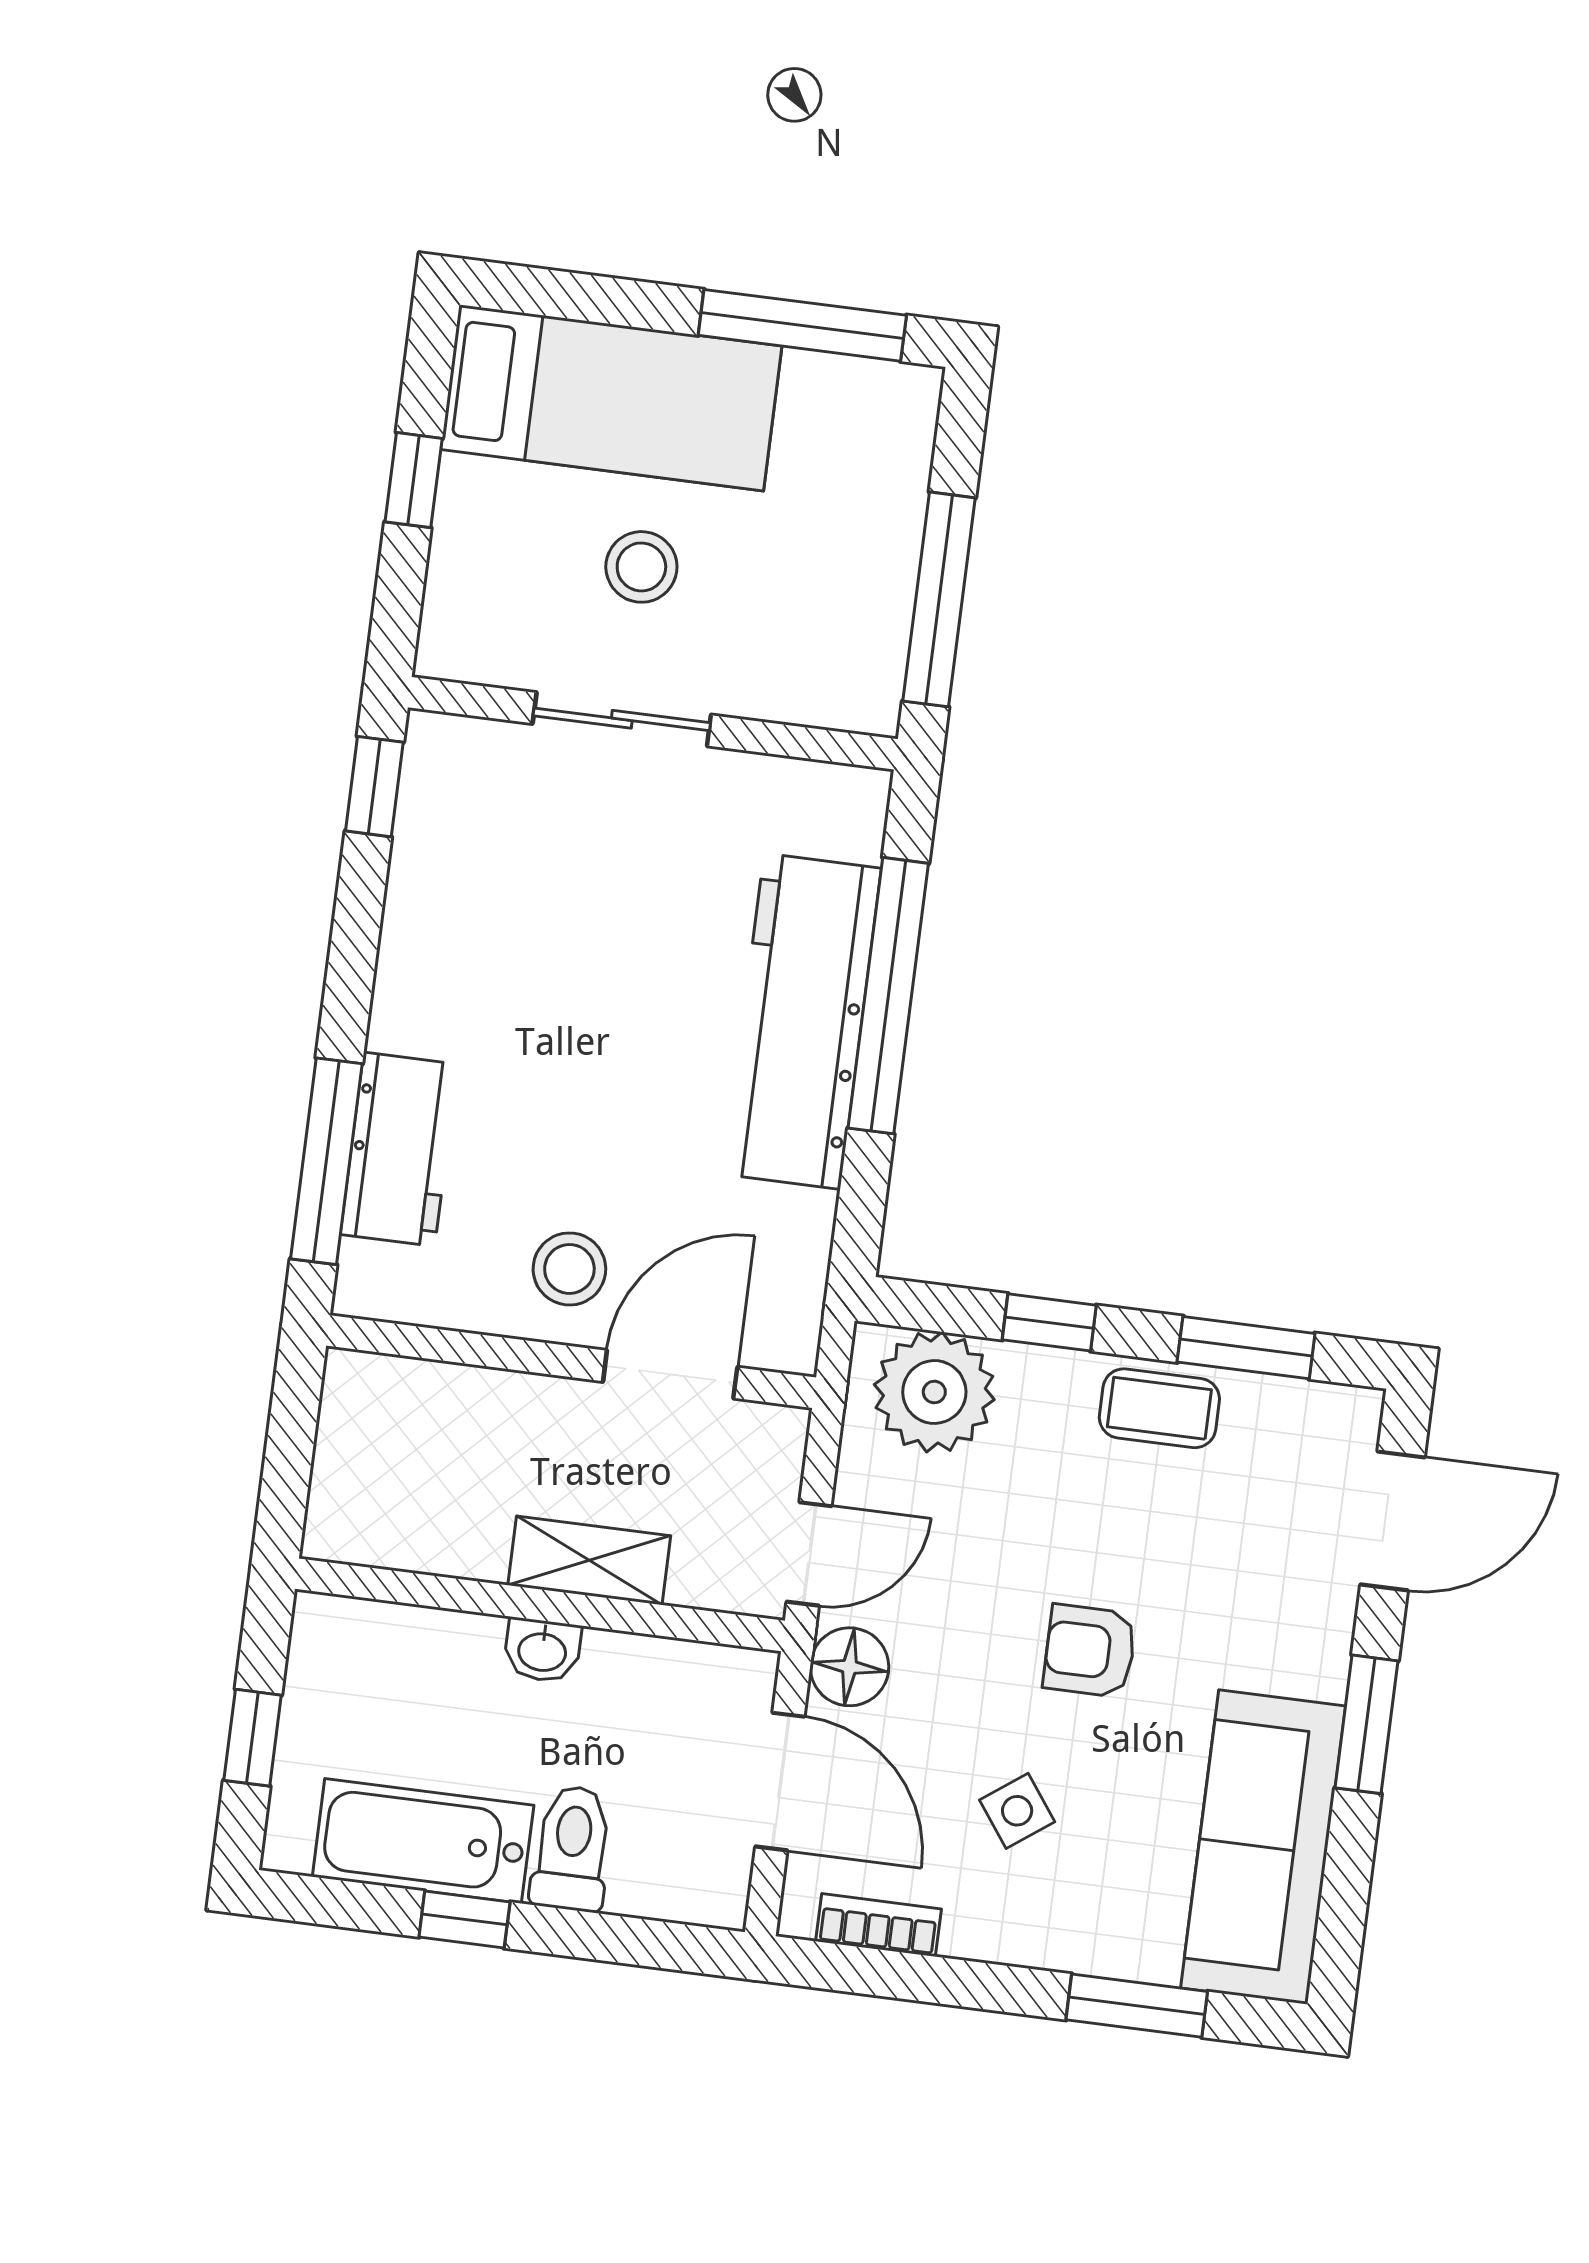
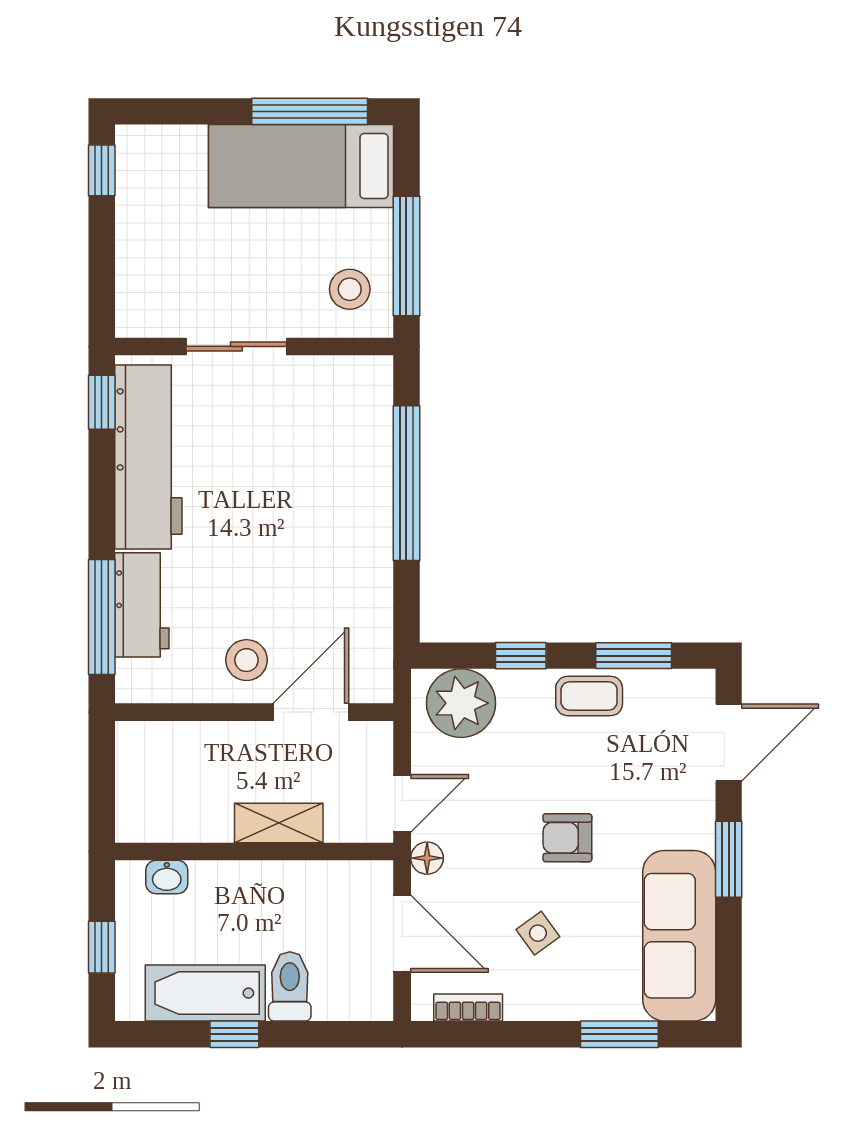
bed: (611, 398) -> (301, 166), moved, turned 180
window: (414, 480) -> (102, 170), moved
stool: (641, 567) -> (350, 289), moved
workbench: (802, 1021) -> (148, 457), moved, turned 180
washbasin: (542, 1650) -> (167, 877), moved
floor lamp: (849, 1667) -> (427, 858), width x0.73, depth x0.73

